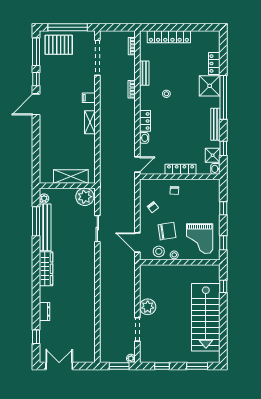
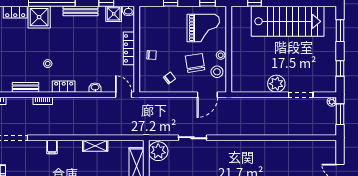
locker: (145, 121) -> (64, 87), moved
shelving: (90, 122) -> (95, 146), moved

